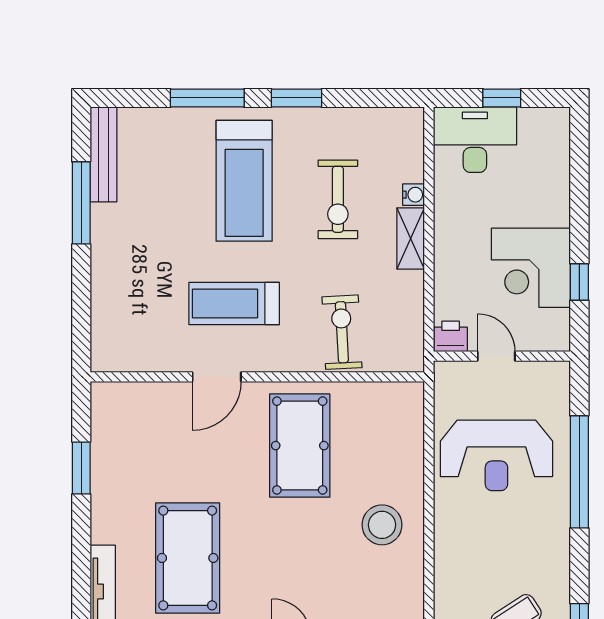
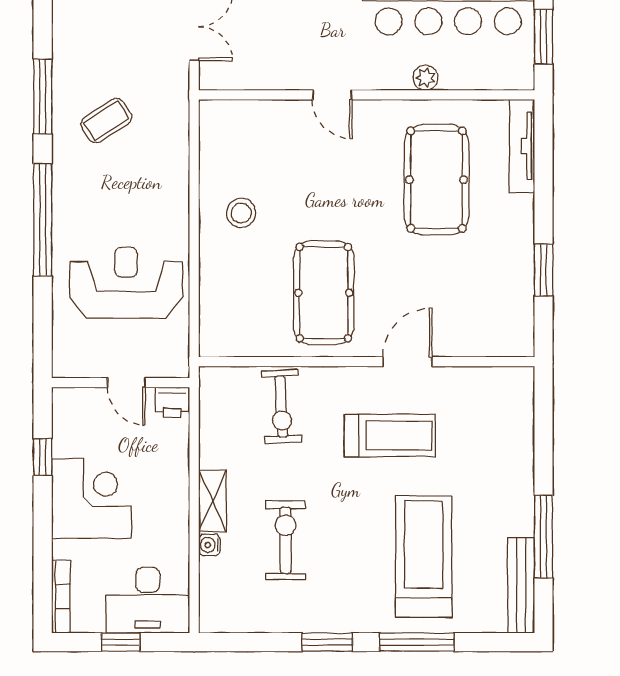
bookcase: (561, 143) -> (61, 597), added
treadmill: (244, 181) -> (424, 557), moved
corner desk: (531, 268) -> (91, 499), moved
window: (579, 472) -> (43, 220), moved
stool: (382, 525) -> (241, 213), width x0.73, depth x0.73

